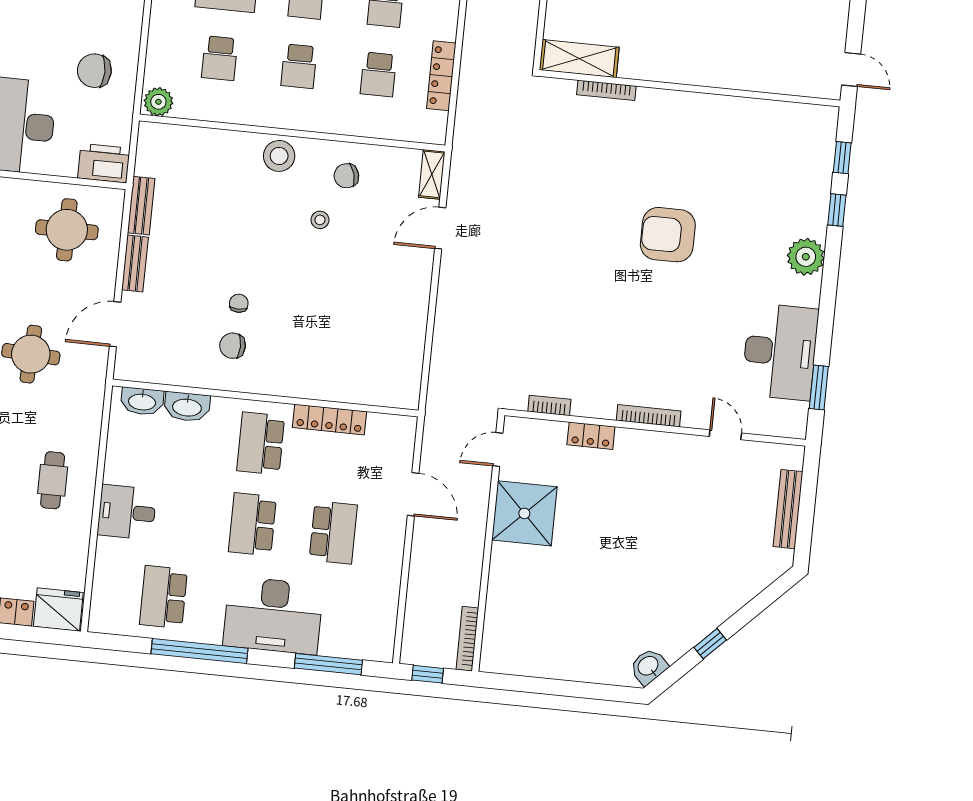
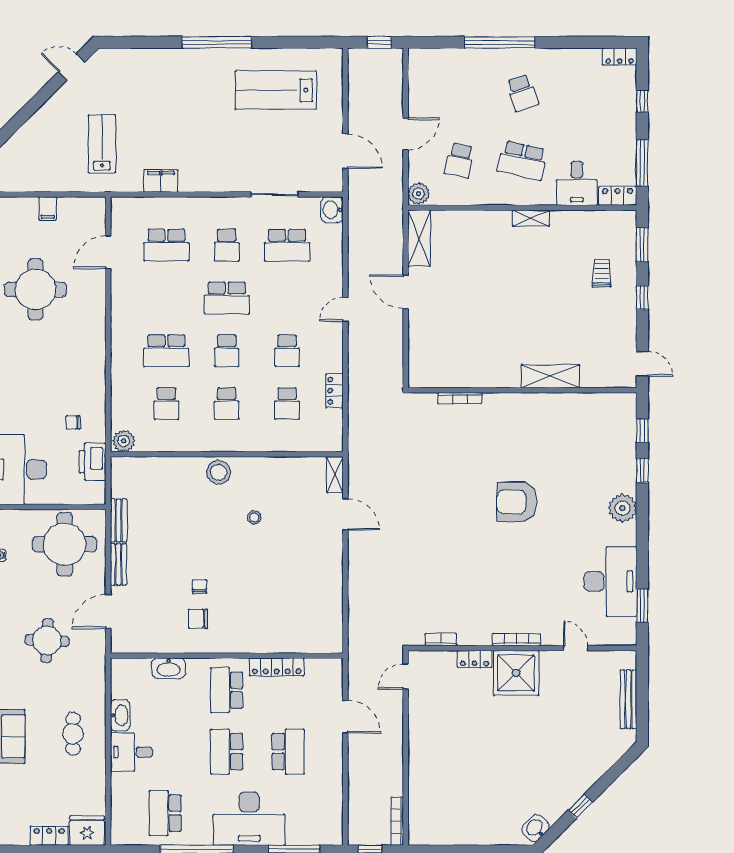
shelving: (579, 59) -> (550, 376), moved
chair: (94, 71) -> (73, 422), width x0.54, depth x0.54
locker: (441, 76) -> (334, 391), width x0.66
printer: (104, 163) -> (93, 462), moved, turned -90
chair: (346, 176) -> (271, 482), removed
door: (440, 228) -> (345, 514), swing flipped
round table: (67, 230) -> (65, 544), width x1.36, depth x1.36
washbasin: (142, 401) -> (120, 715), moved, turned -90
shower: (524, 513) -> (516, 673), moved

